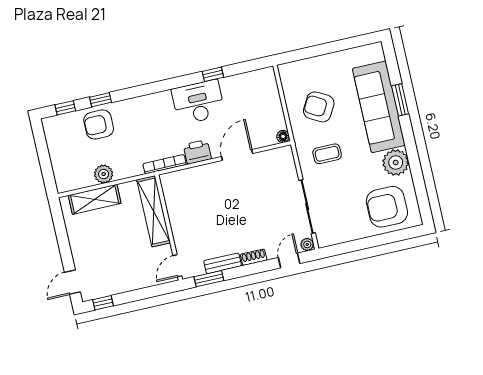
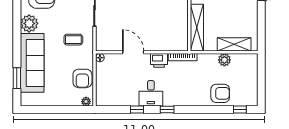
plant: (289, 69) -> (86, 102), added
window: (101, 100) -> (167, 109), moved
window: (400, 100) -> (17, 78), moved
desk: (198, 102) -> (151, 93), width x0.73
armchair: (319, 107) -> (82, 78), moved, turned 61
door: (237, 155) -> (133, 52), swing flipped

